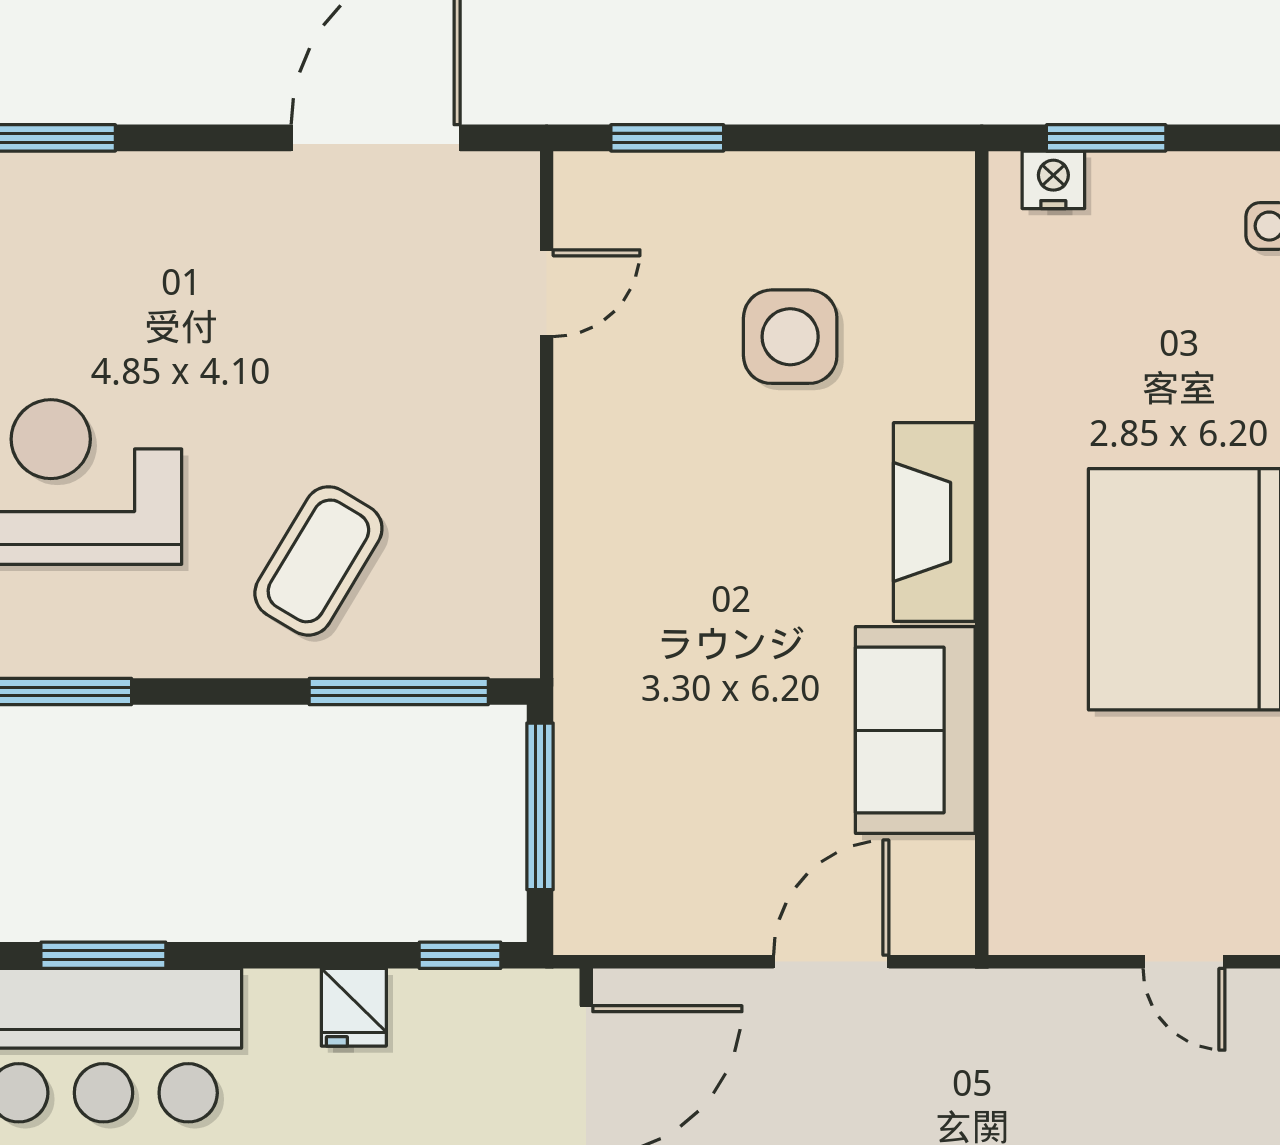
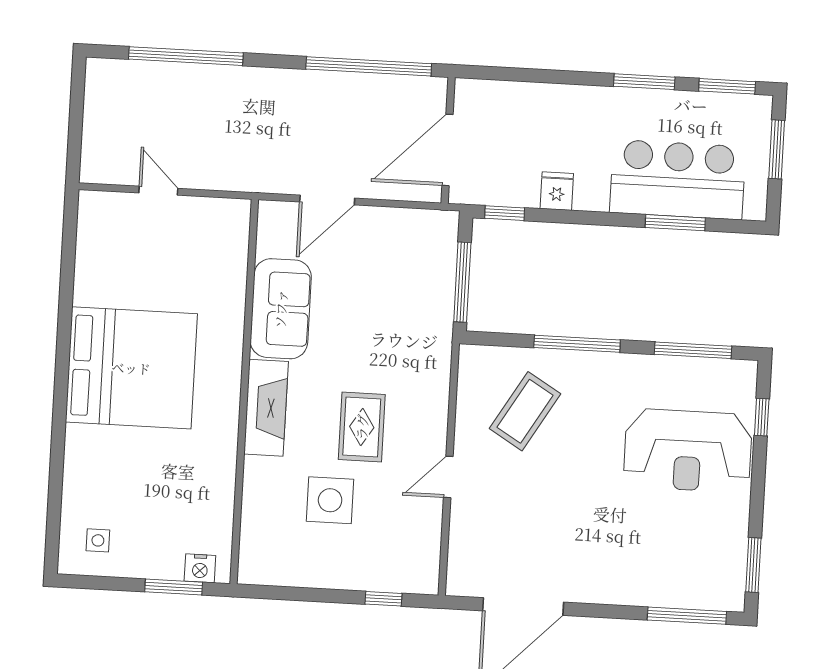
window: (667, 138) -> (384, 599), width x0.67
door: (547, 293) -> (448, 477), moved
rug: (733, 493) -> (362, 427), added
coffee table: (318, 561) -> (525, 411), moved
window: (399, 692) -> (577, 344), moved

